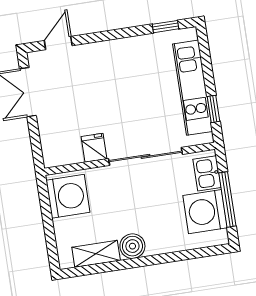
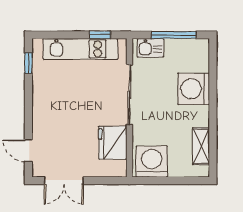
fridge: (94, 148) -> (113, 143), width x1.88, depth x1.34
washing machine: (205, 212) -> (194, 89), moved, turned 90
boiler: (132, 246) -> (199, 116), removed

